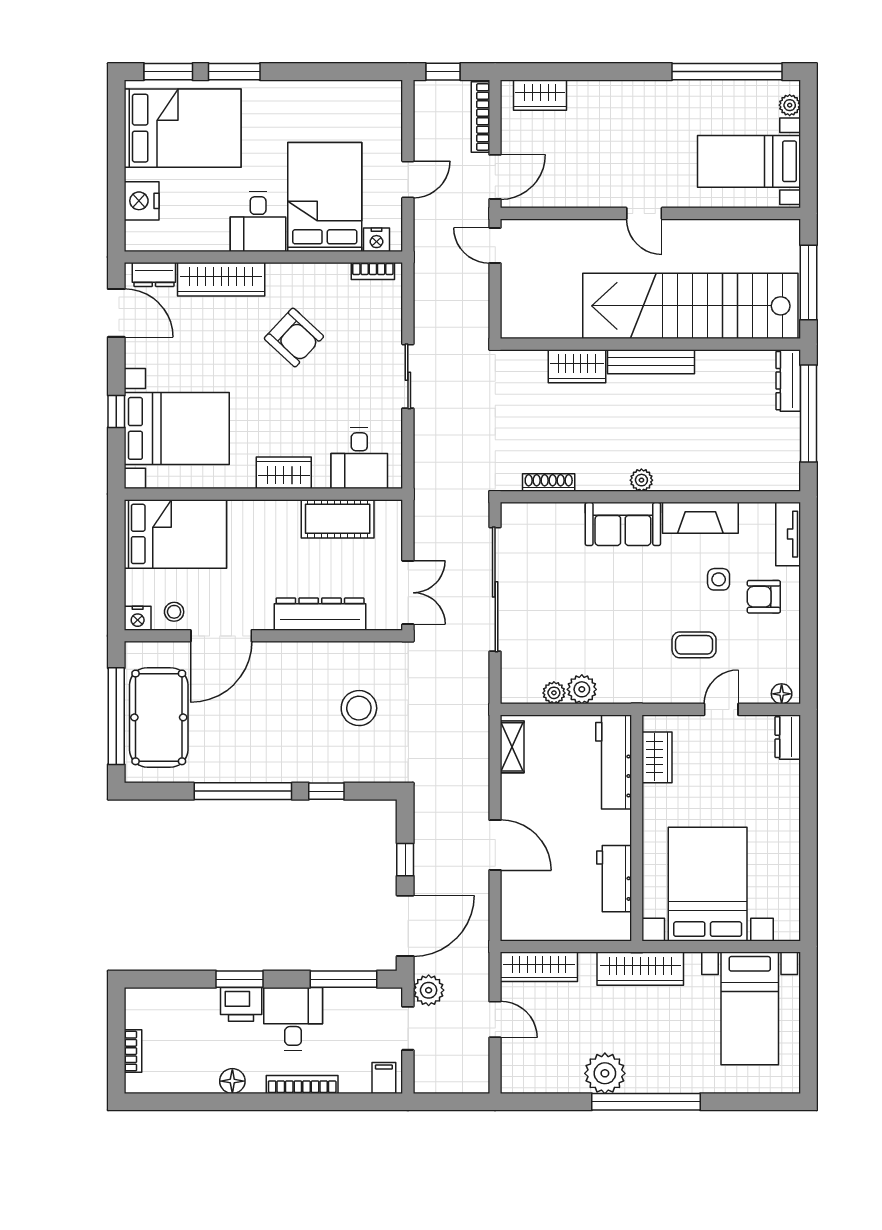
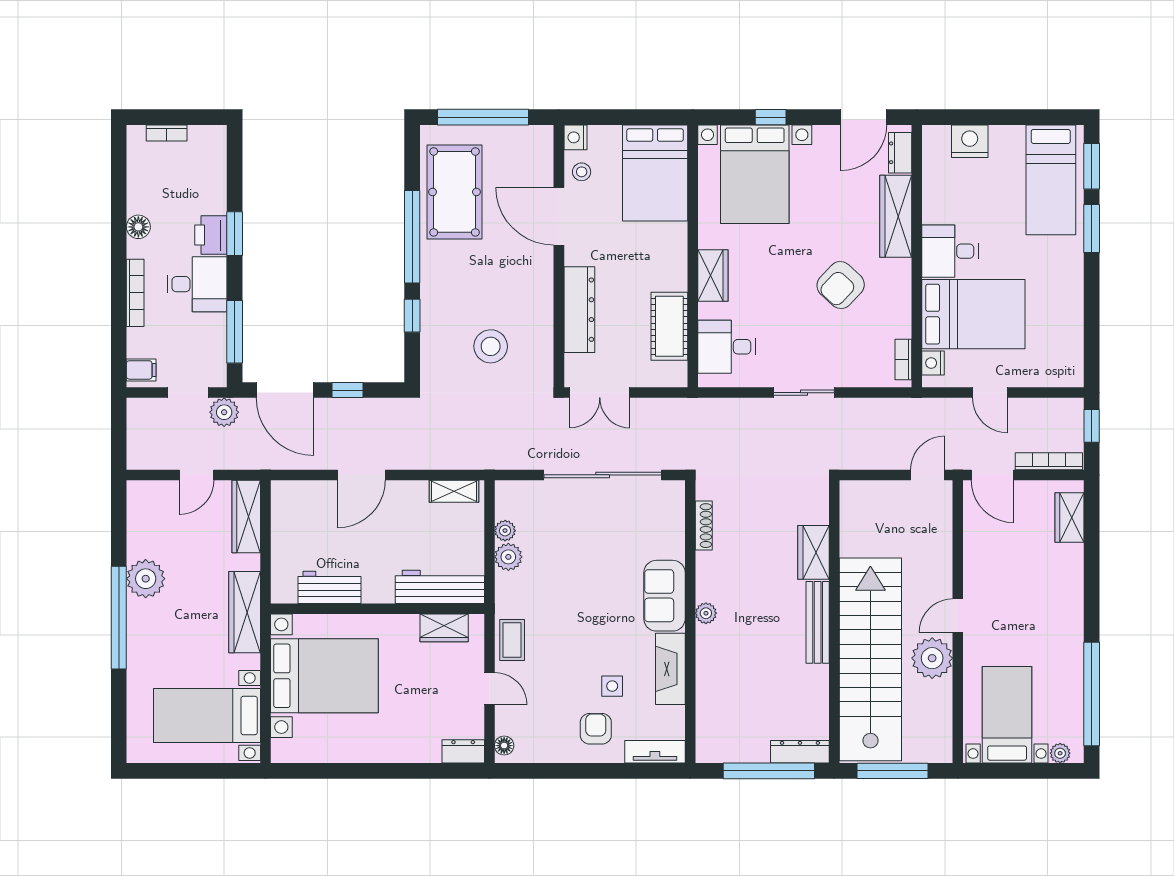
bed: (183, 128) -> (1051, 180), width x0.67
plant: (689, 241) -> (932, 658), added
coffee table: (694, 645) -> (512, 640), moved
pool table: (159, 717) -> (455, 192), moved, turned 90

